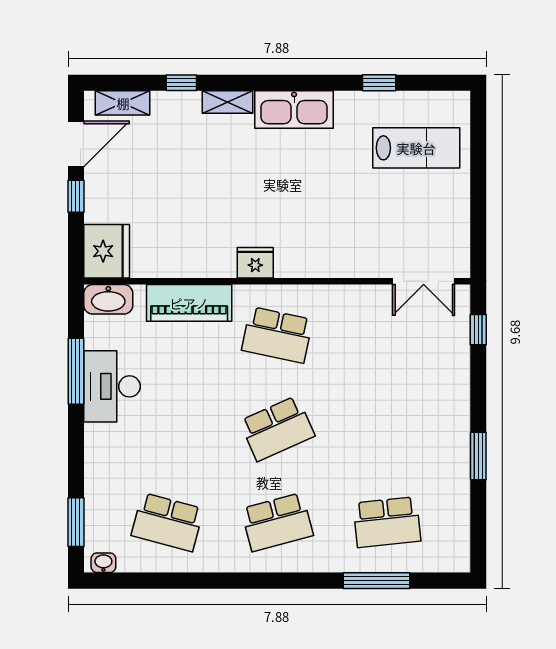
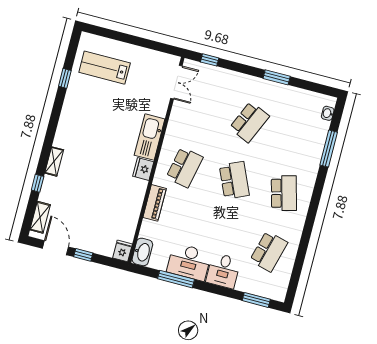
kitchen sink: (294, 109) -> (150, 137), moved, turned 180
lab bench: (416, 148) -> (105, 68), turned -90
fridge: (107, 251) -> (122, 251), width x0.53, depth x0.75
piano: (189, 303) -> (155, 203), width x0.73, depth x0.75
desk: (112, 451) -> (223, 271), added
school desk: (387, 522) -> (249, 122), moved, turned 30
washbasin: (103, 563) -> (328, 113), moved

